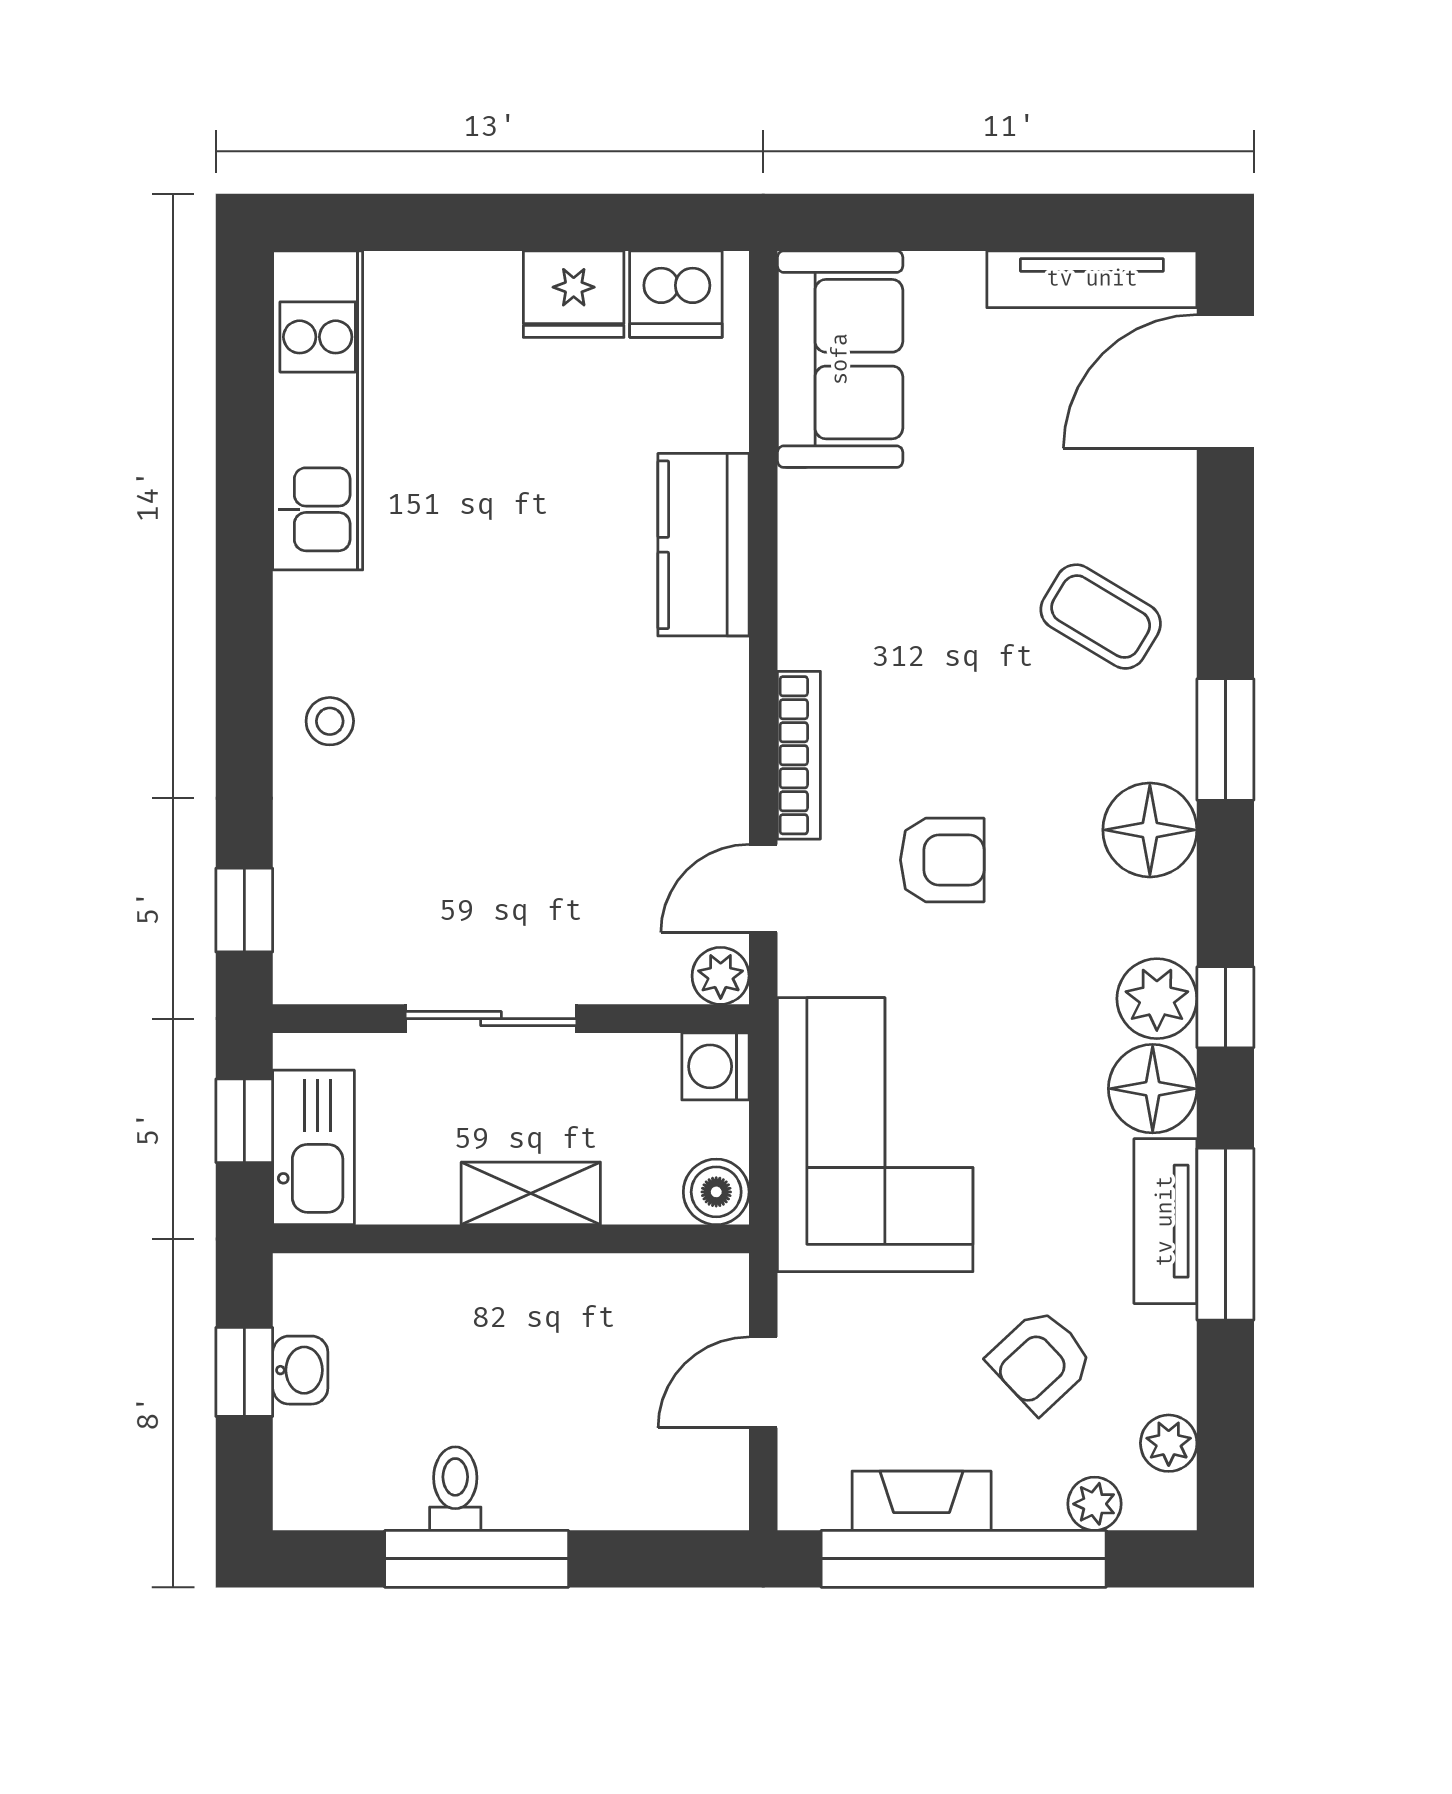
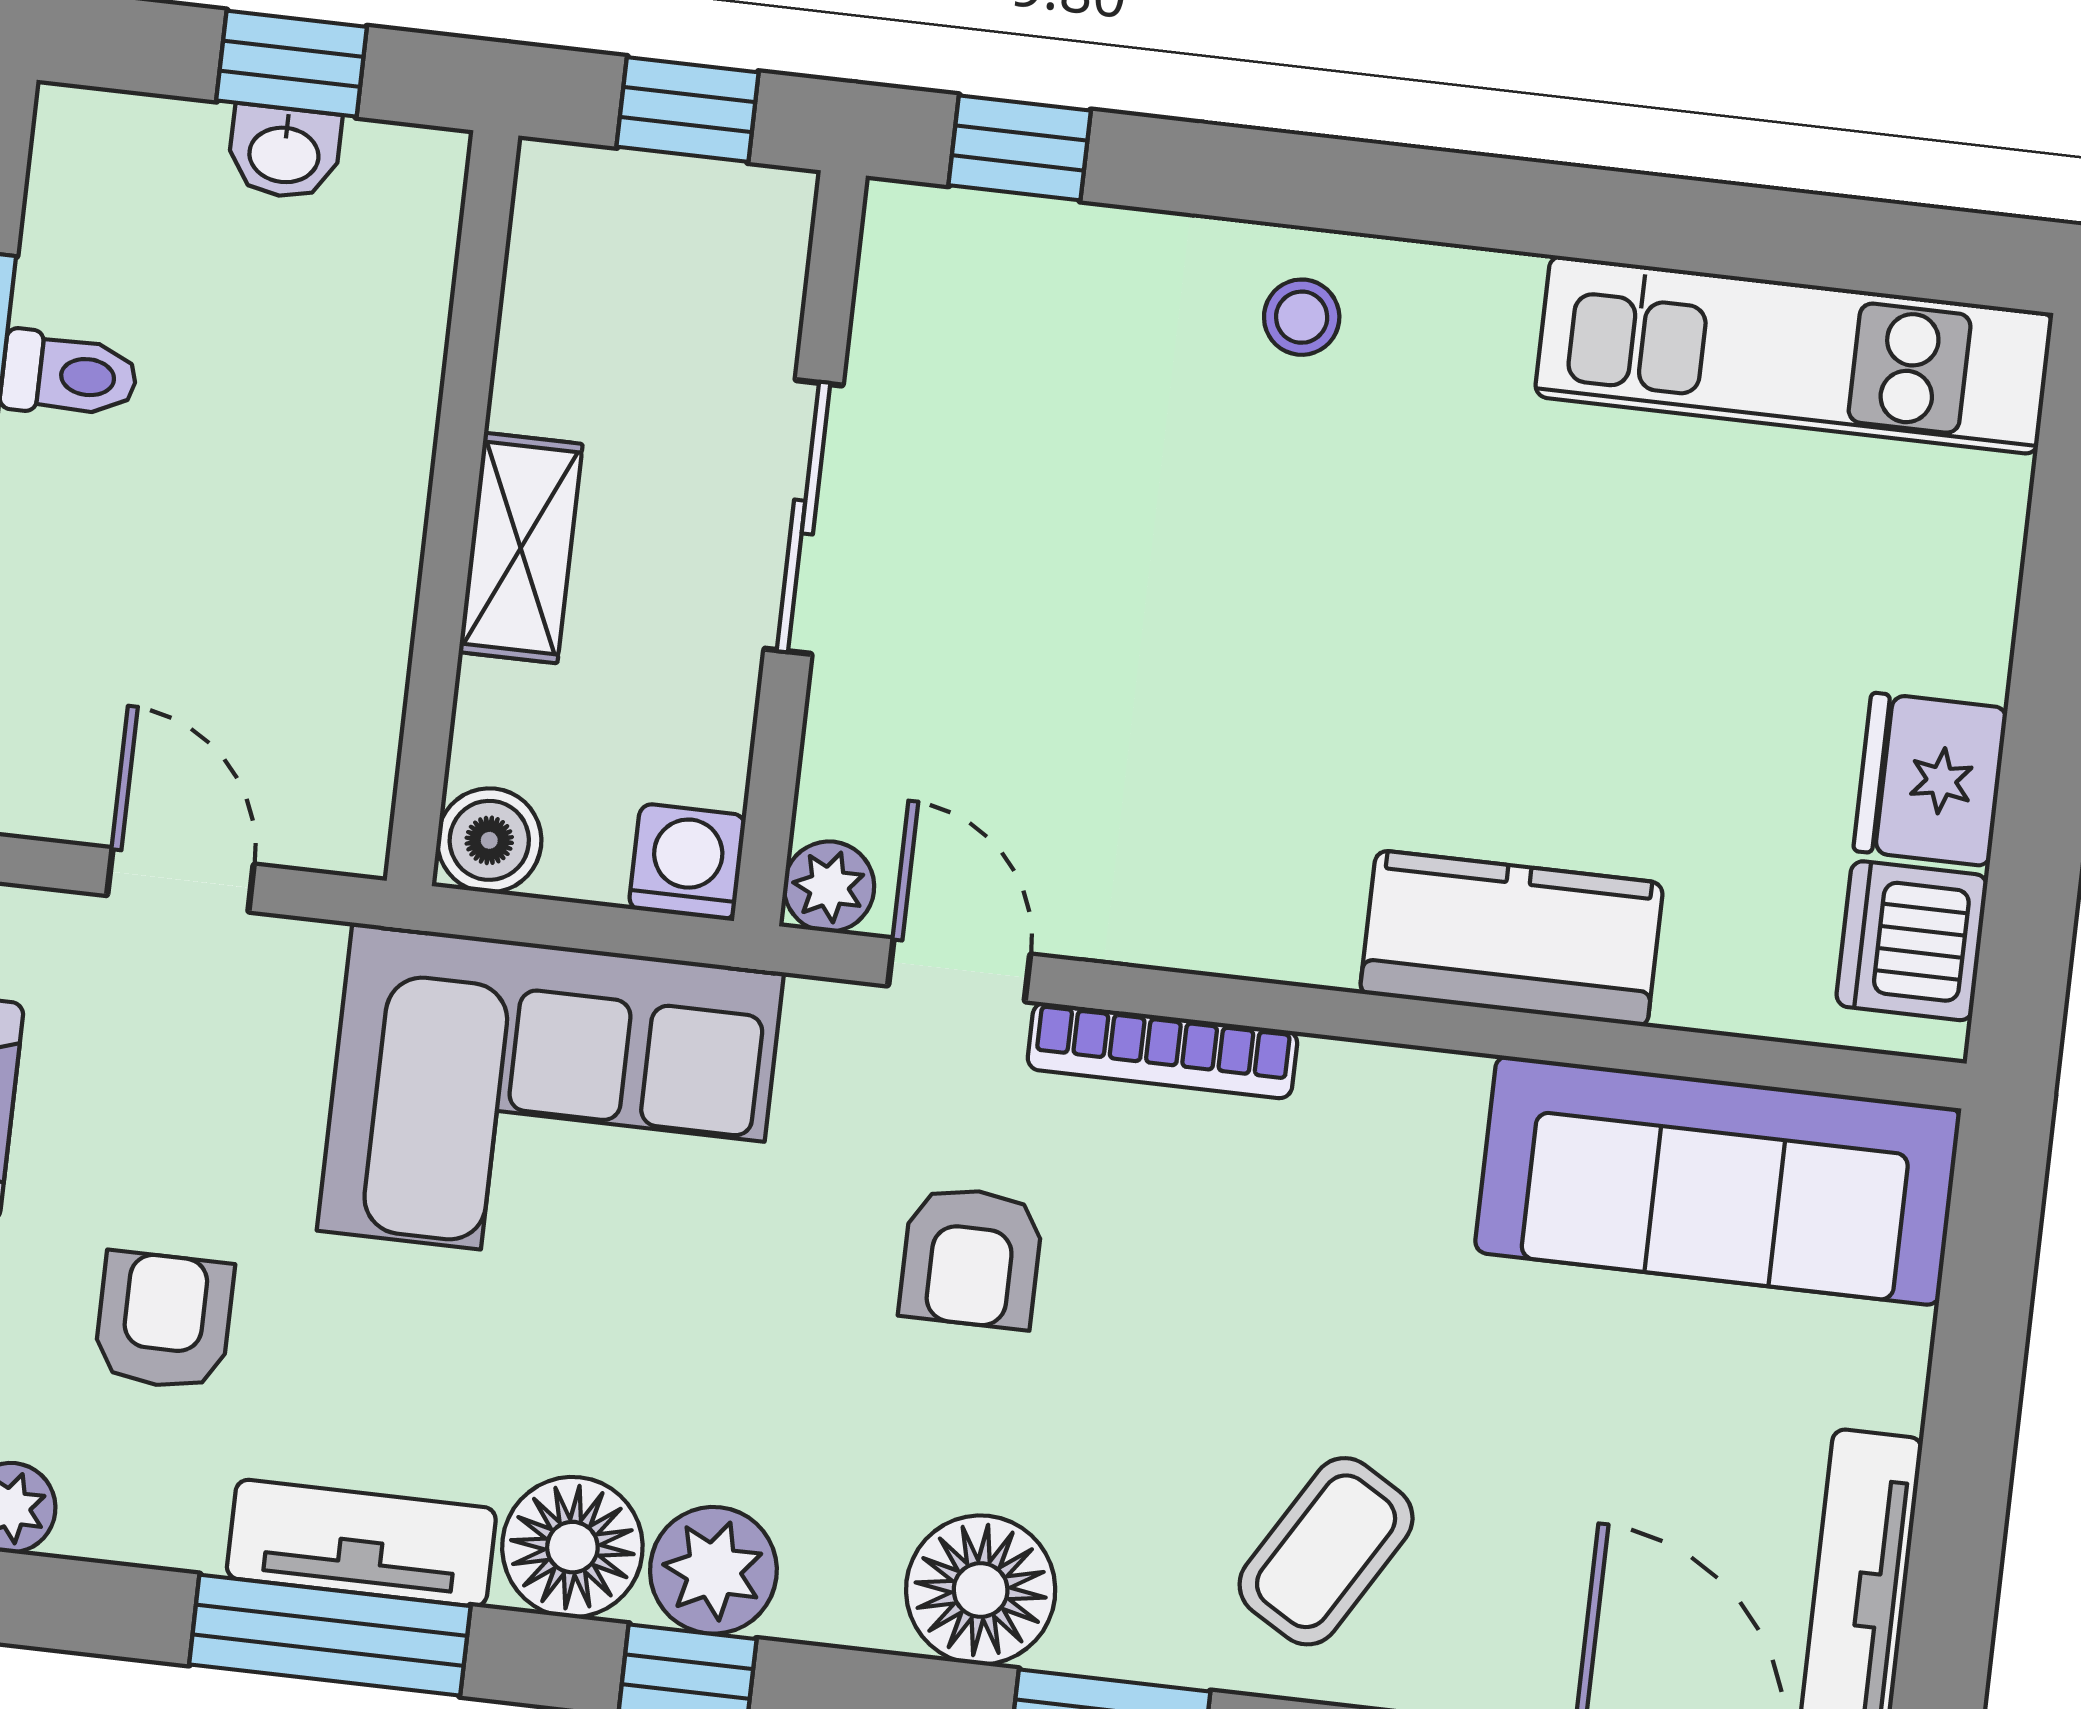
sofa: (840, 359) -> (1718, 1180), width x1.36
kitchen sink: (313, 1147) -> (633, 214), removed
armchair: (1041, 1361) -> (164, 1321), turned 43

